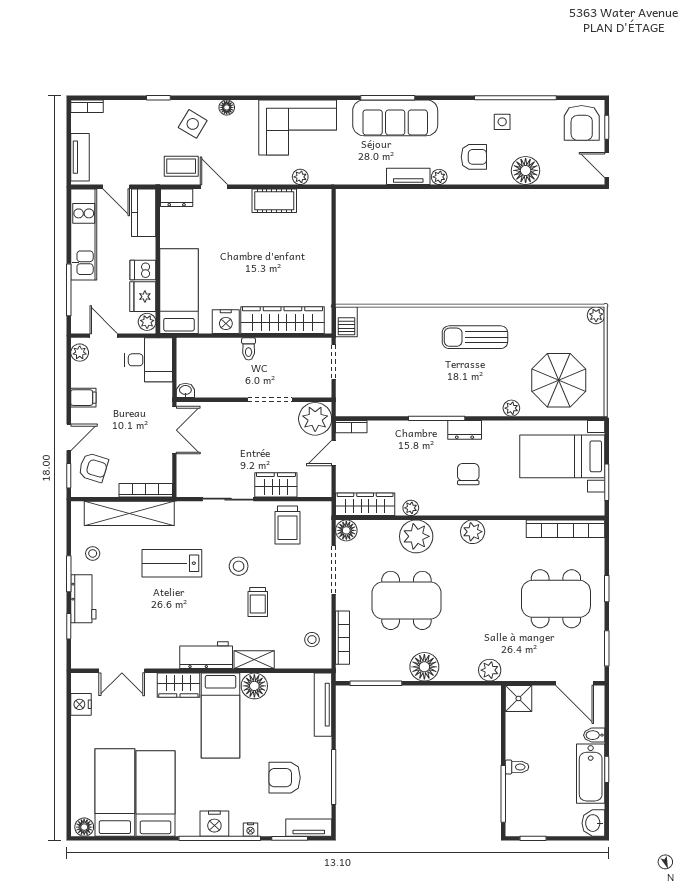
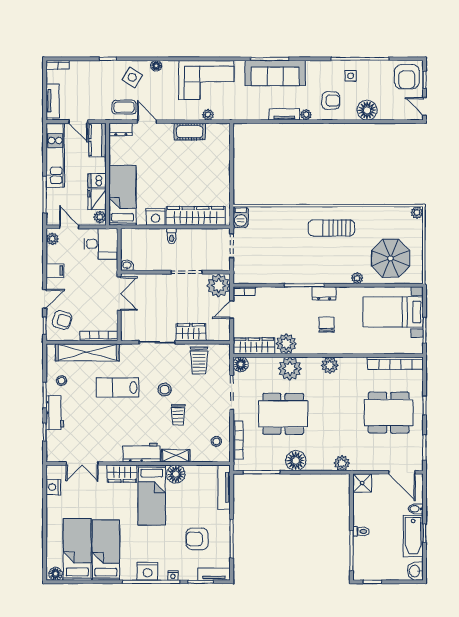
plant: (411, 508) -> (286, 344), width x1.88, depth x1.88

